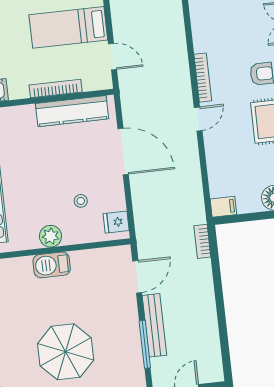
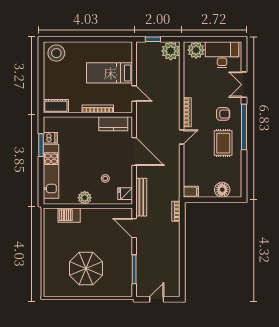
kitchen counter: (72, 111) -> (113, 124), width x0.67
barbecue: (52, 265) -> (69, 215), moved
door: (137, 277) -> (134, 228), swing flipped
bench: (154, 325) -> (141, 197), moved

